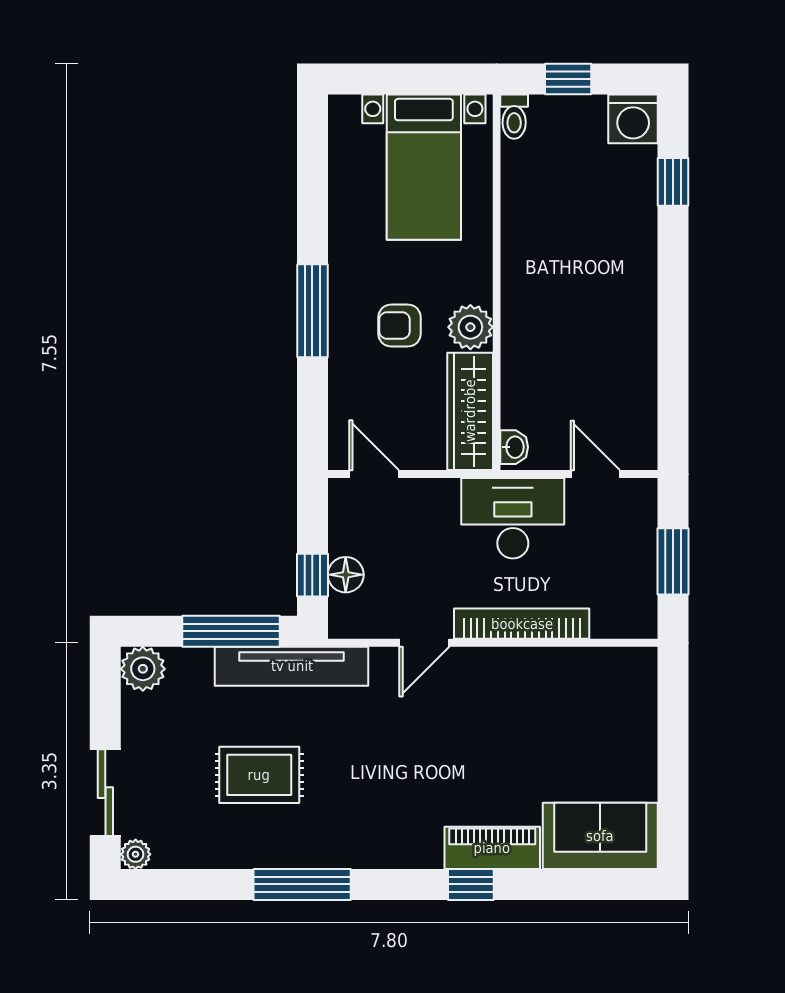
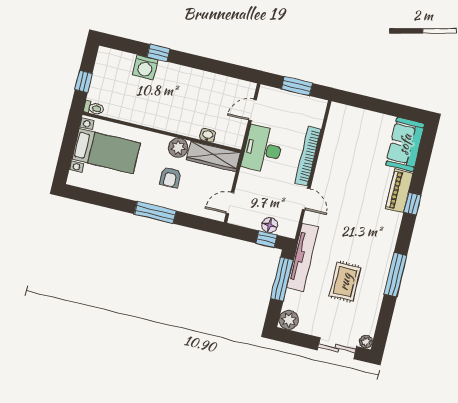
washing machine: (633, 119) -> (145, 67), moved, turned 90
window: (673, 182) -> (158, 53), moved
washbasin: (514, 447) -> (208, 135), moved

